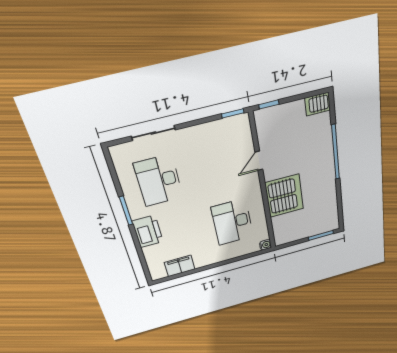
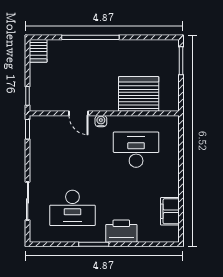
server rack: (284, 196) -> (139, 94), moved
desk: (232, 222) -> (136, 150), turned 180
water cooler: (265, 245) -> (101, 121), moved

